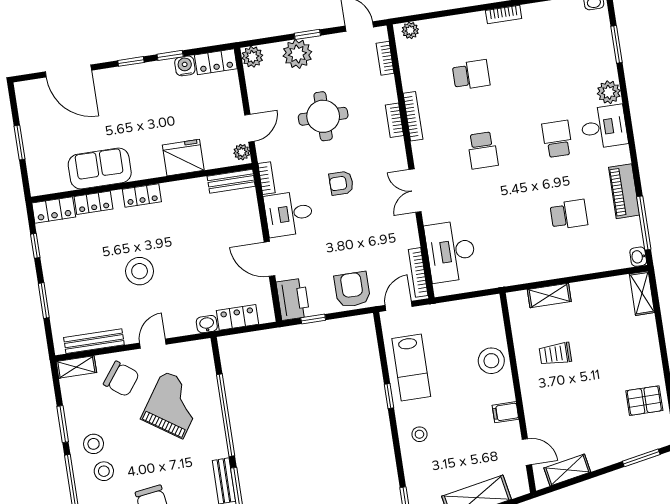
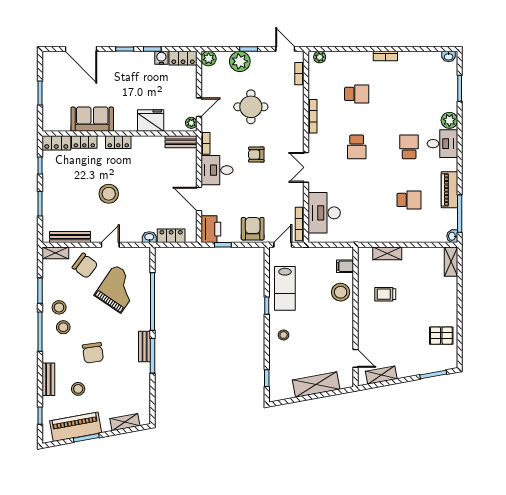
bookcase: (394, 120) -> (299, 117), removed
filing cabinet: (506, 412) -> (345, 266), moved

